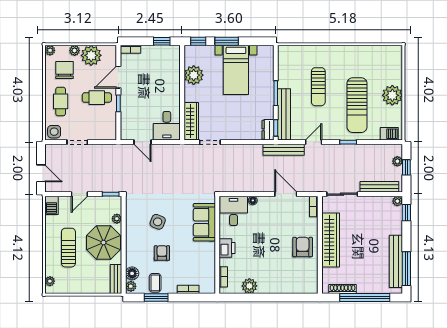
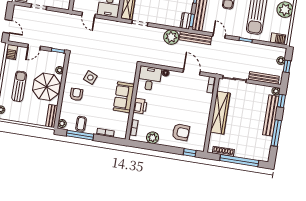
door: (314, 142) -> (219, 36), hinge flipped
plant: (253, 154) -> (171, 37), added
sofa: (204, 222) -> (124, 97), moved
armchair: (303, 247) -> (181, 132), moved, turned 93
armchair: (162, 253) -> (76, 94), moved
bench: (396, 261) -> (271, 116), moved
window: (406, 269) -> (276, 133), moved
floor lamp: (132, 273) -> (65, 114), removed
window: (156, 297) -> (80, 135), width x1.44
window: (300, 297) -> (190, 153), added

